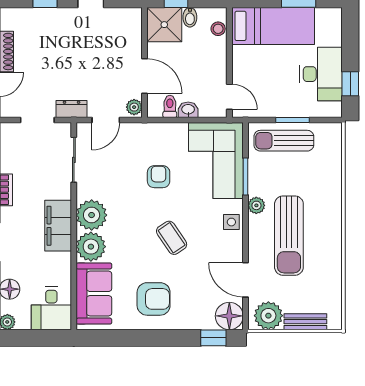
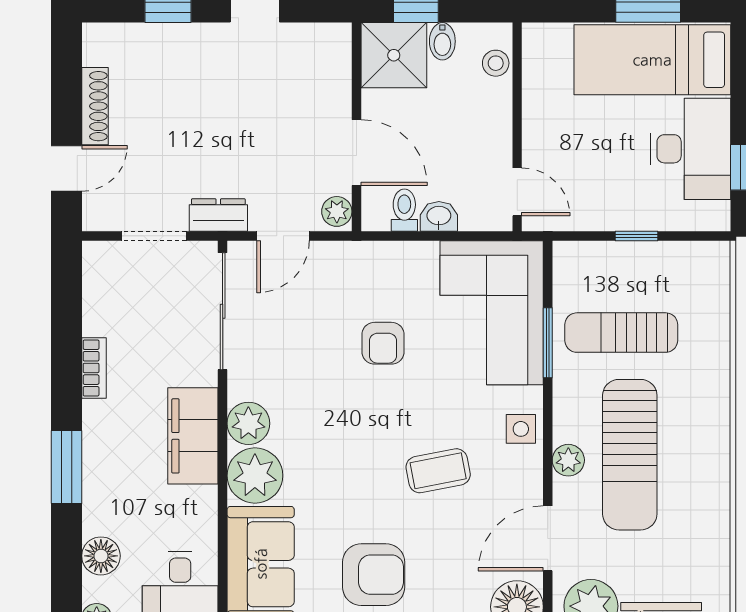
bed: (273, 26) -> (652, 60), moved, turned 180
window: (293, 120) -> (637, 236), width x0.67
sun lounger: (284, 141) -> (621, 333), moved
sliding door: (74, 160) -> (223, 311), width x1.37
armchair: (159, 177) -> (383, 343), turned 180
plant: (256, 205) -> (568, 460), moved
plant: (92, 215) -> (248, 423), width x0.73, depth x0.73
coffee table: (172, 238) -> (438, 471), moved, turned -67
door: (246, 280) -> (548, 538), hinge flipped

